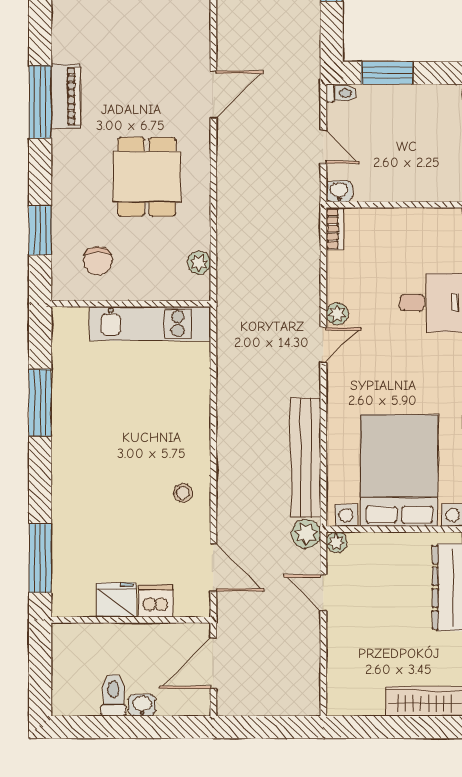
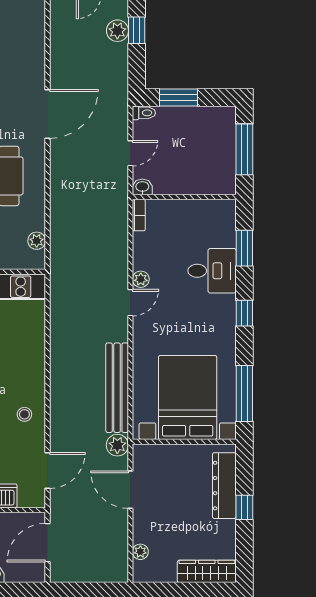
door: (213, 95) -> (47, 114), width x1.36
door: (323, 147) -> (130, 153), hinge flipped
plant: (336, 542) -> (140, 552), moved
door: (213, 567) -> (47, 470), hinge flipped
door: (323, 593) -> (130, 490), width x1.38

